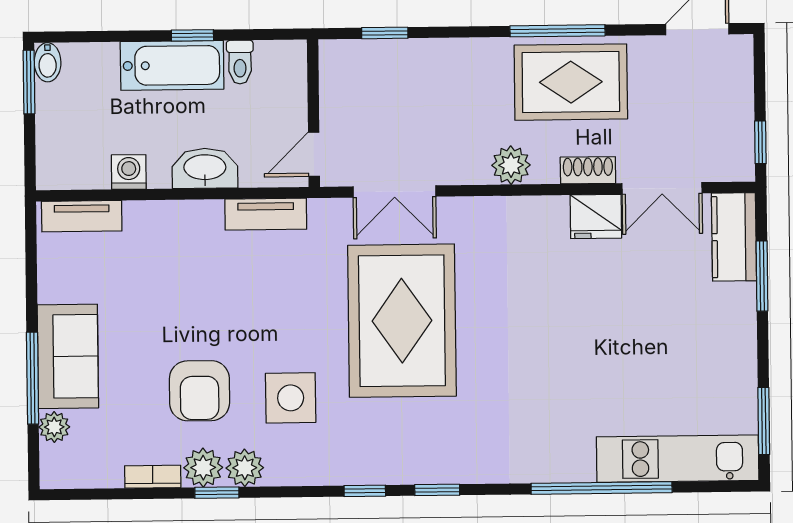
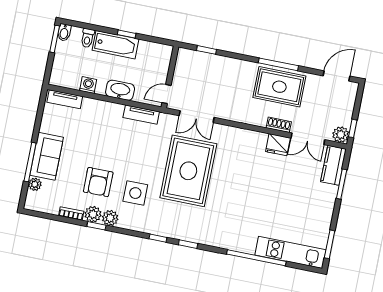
toilet: (240, 62) -> (87, 38), moved
plant: (511, 165) -> (341, 135), moved

